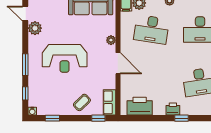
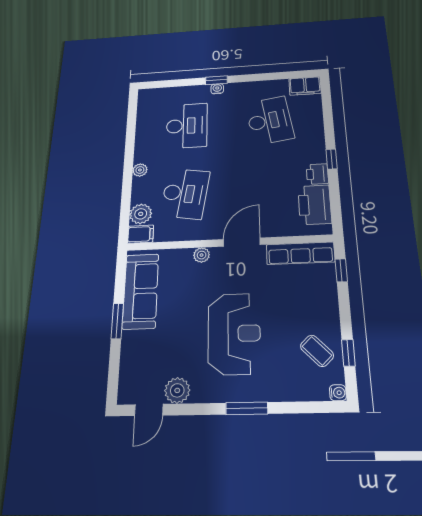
window: (25, 93) -> (304, 407), removed
coffee table: (82, 102) -> (317, 351), moved
row of seats: (110, 102) -> (300, 253), width x1.48
printer: (173, 109) -> (317, 174), moved
window: (181, 118) -> (332, 159), moved

